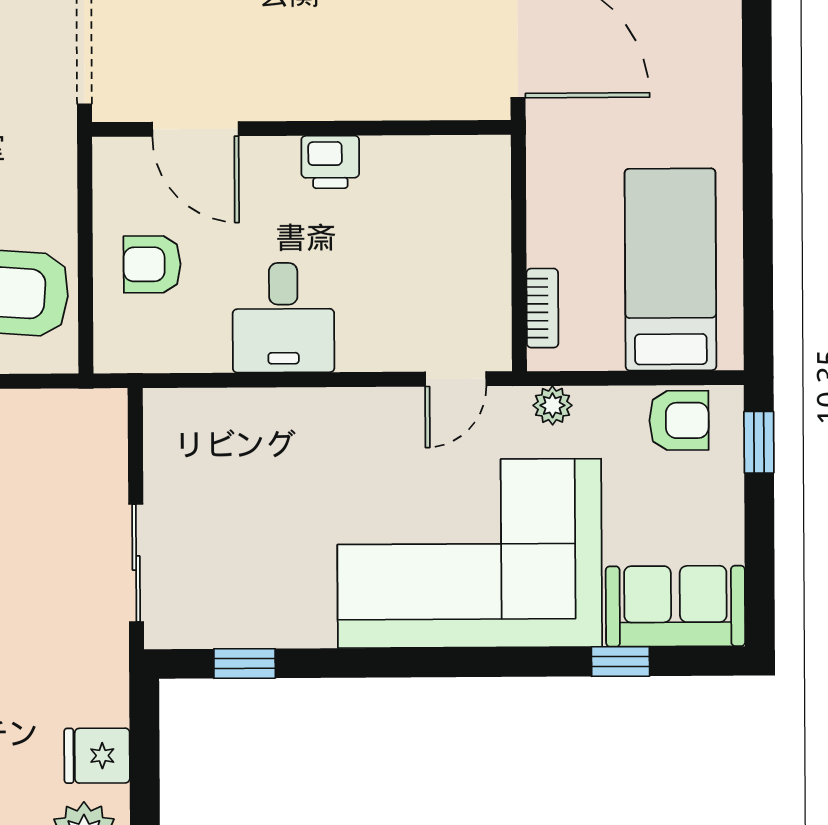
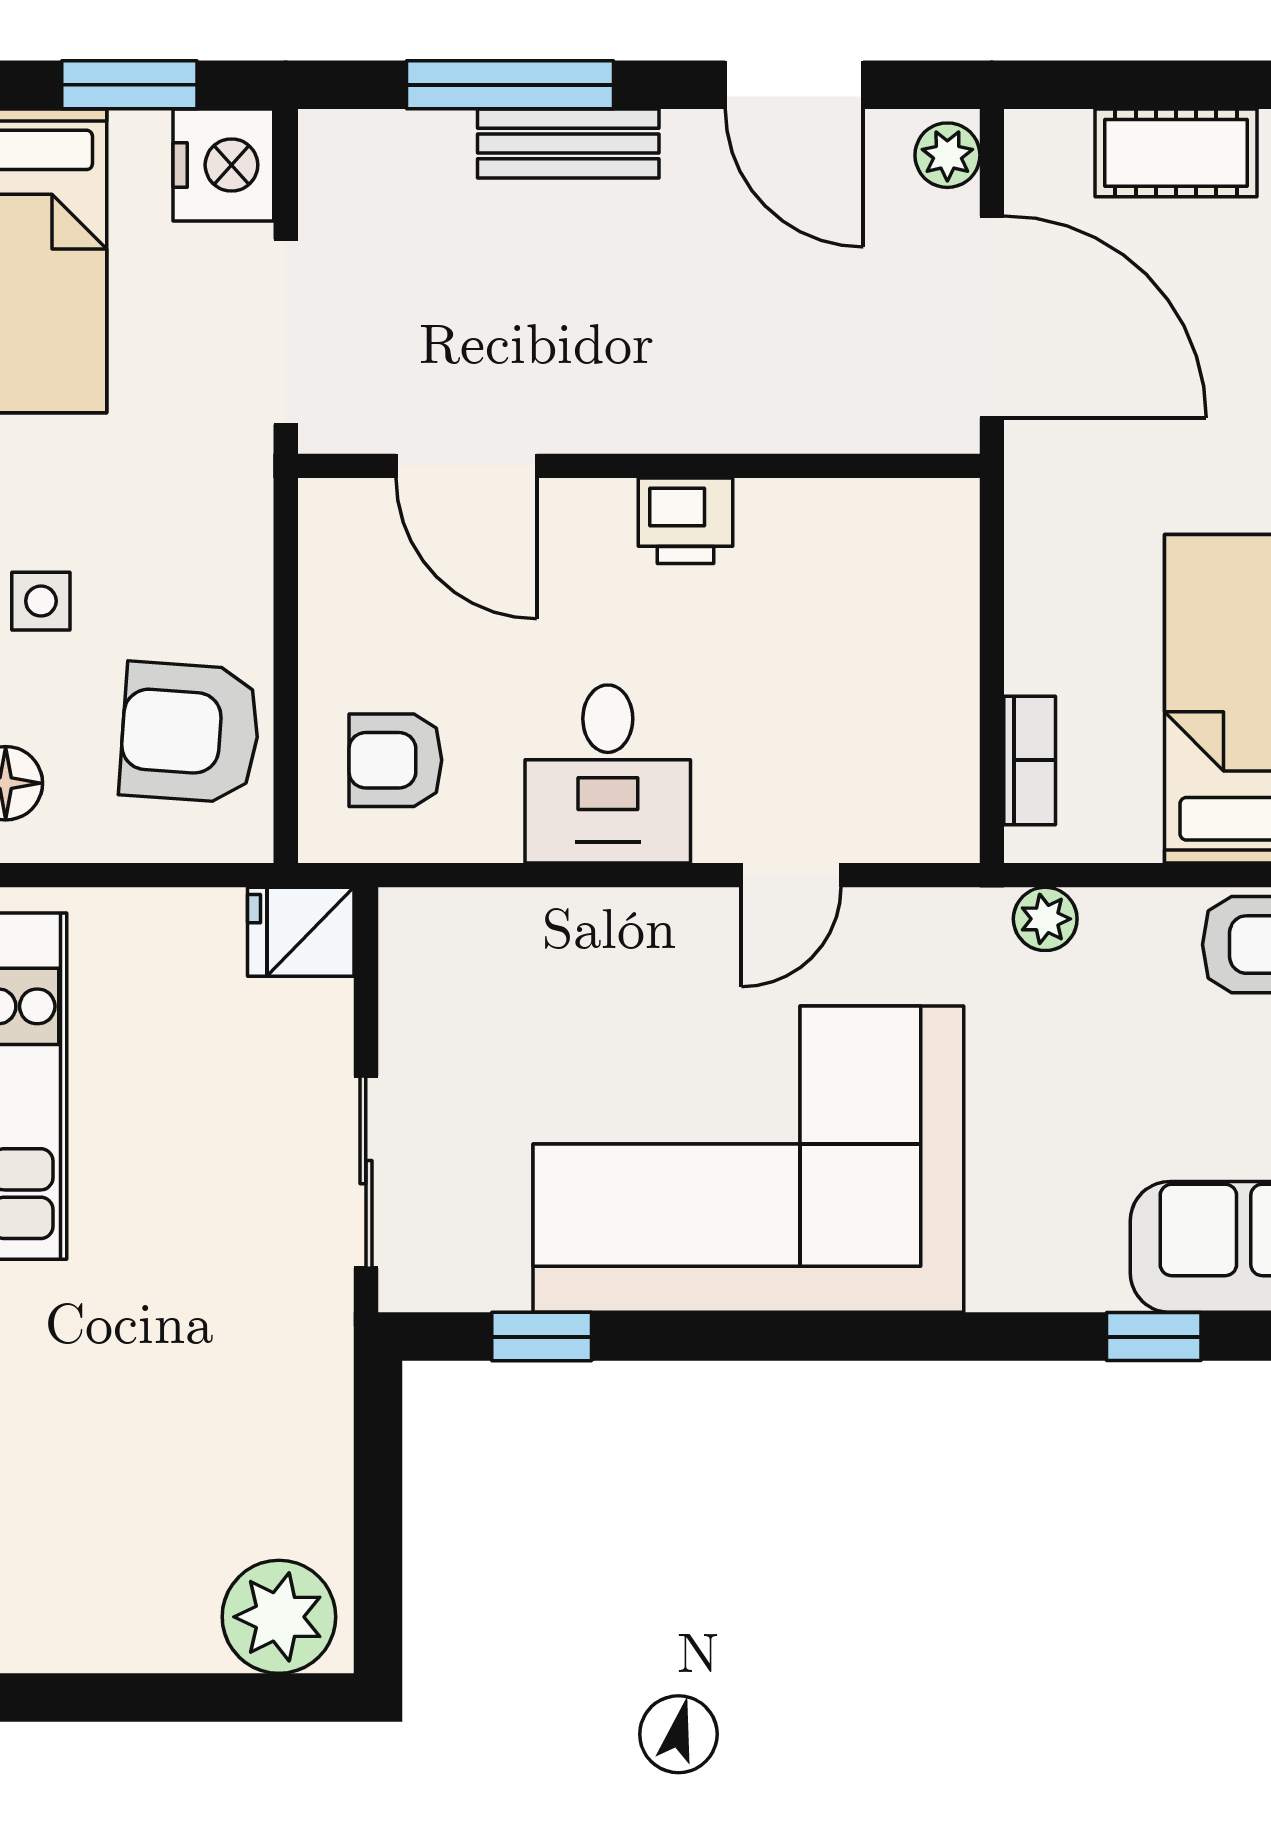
armchair: (152, 264) -> (395, 760), moved
door: (456, 379) -> (791, 875), moved
corner sofa: (470, 553) -> (748, 1159), moved
fridge: (97, 756) -> (301, 932), moved

